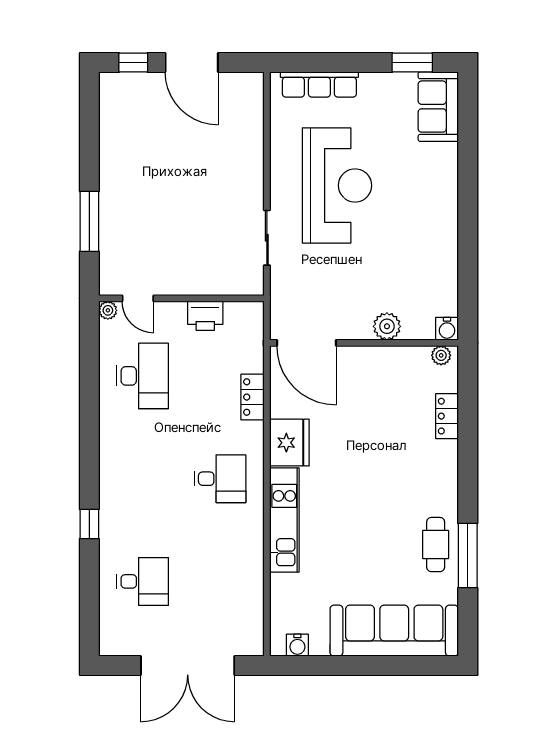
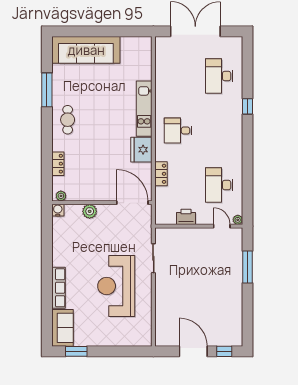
row of seats: (319, 84) -> (58, 288), moved, turned 90
cafe table: (436, 545) -> (68, 120), moved
desk: (143, 581) -> (219, 76), width x1.37
water cooler: (297, 645) -> (137, 42), removed

